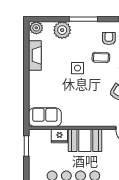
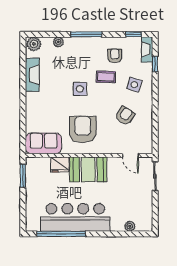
plant: (62, 30) -> (58, 42), width x0.53, depth x0.53
armchair: (80, 105) -> (83, 129), added

